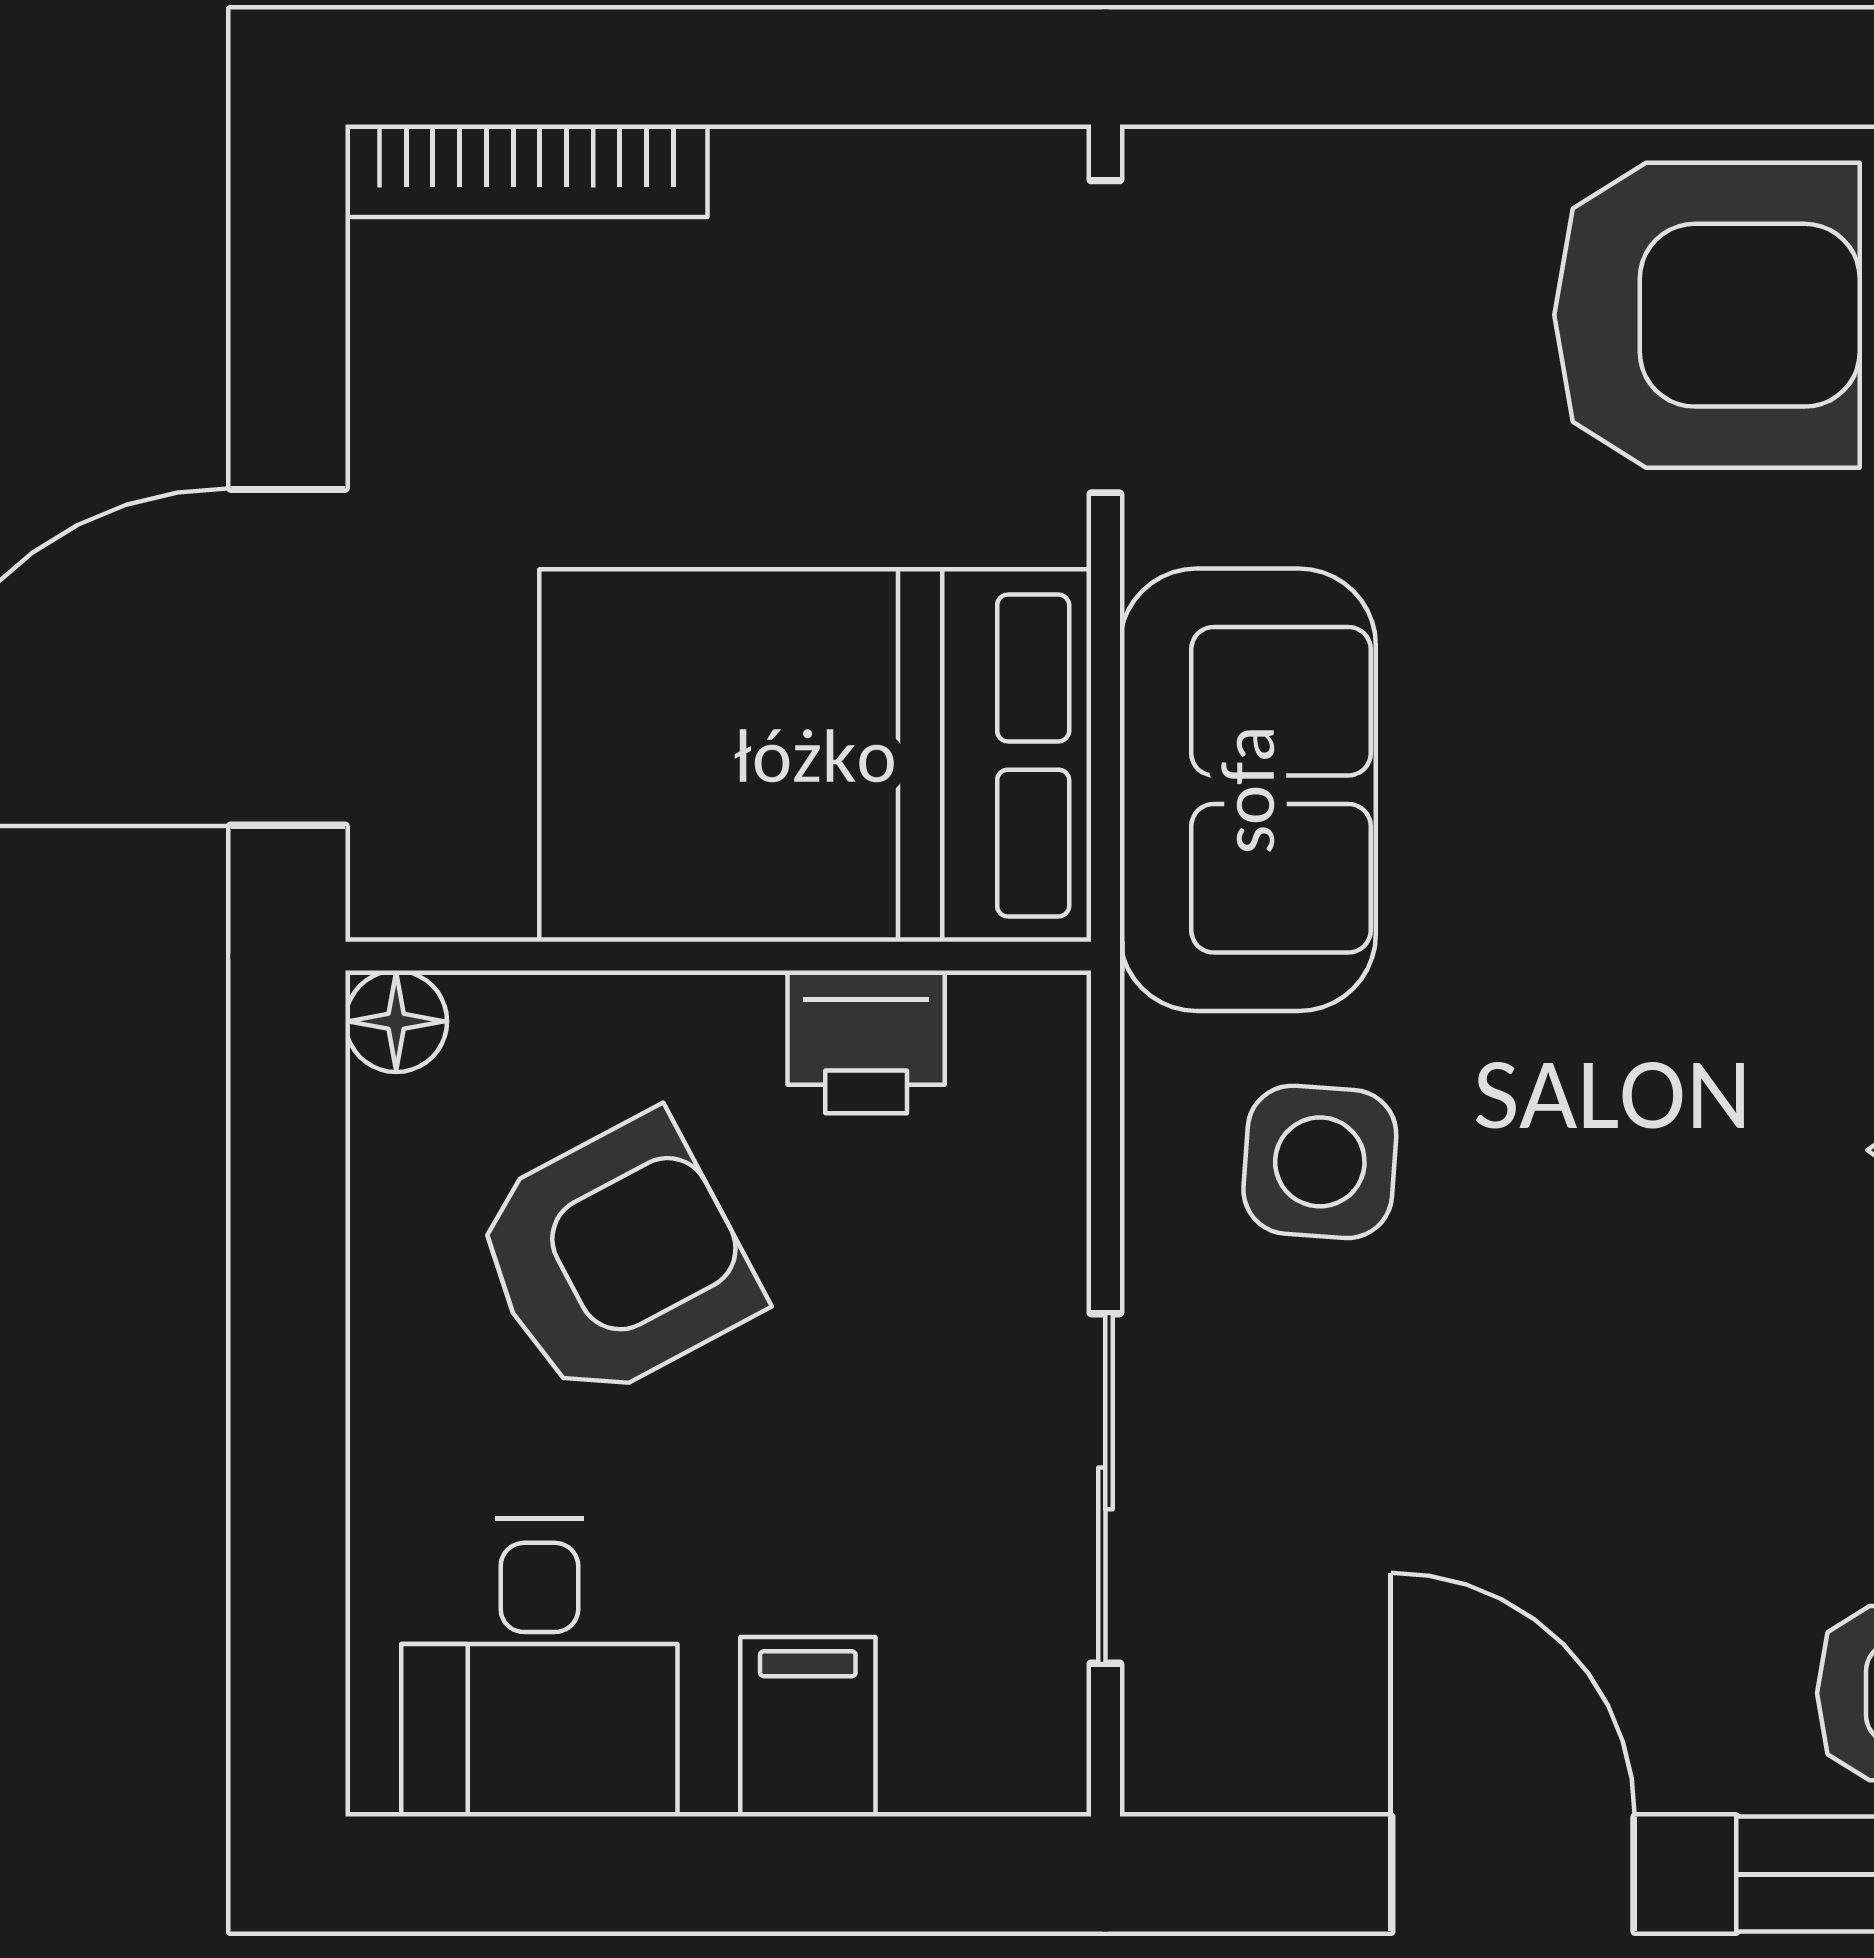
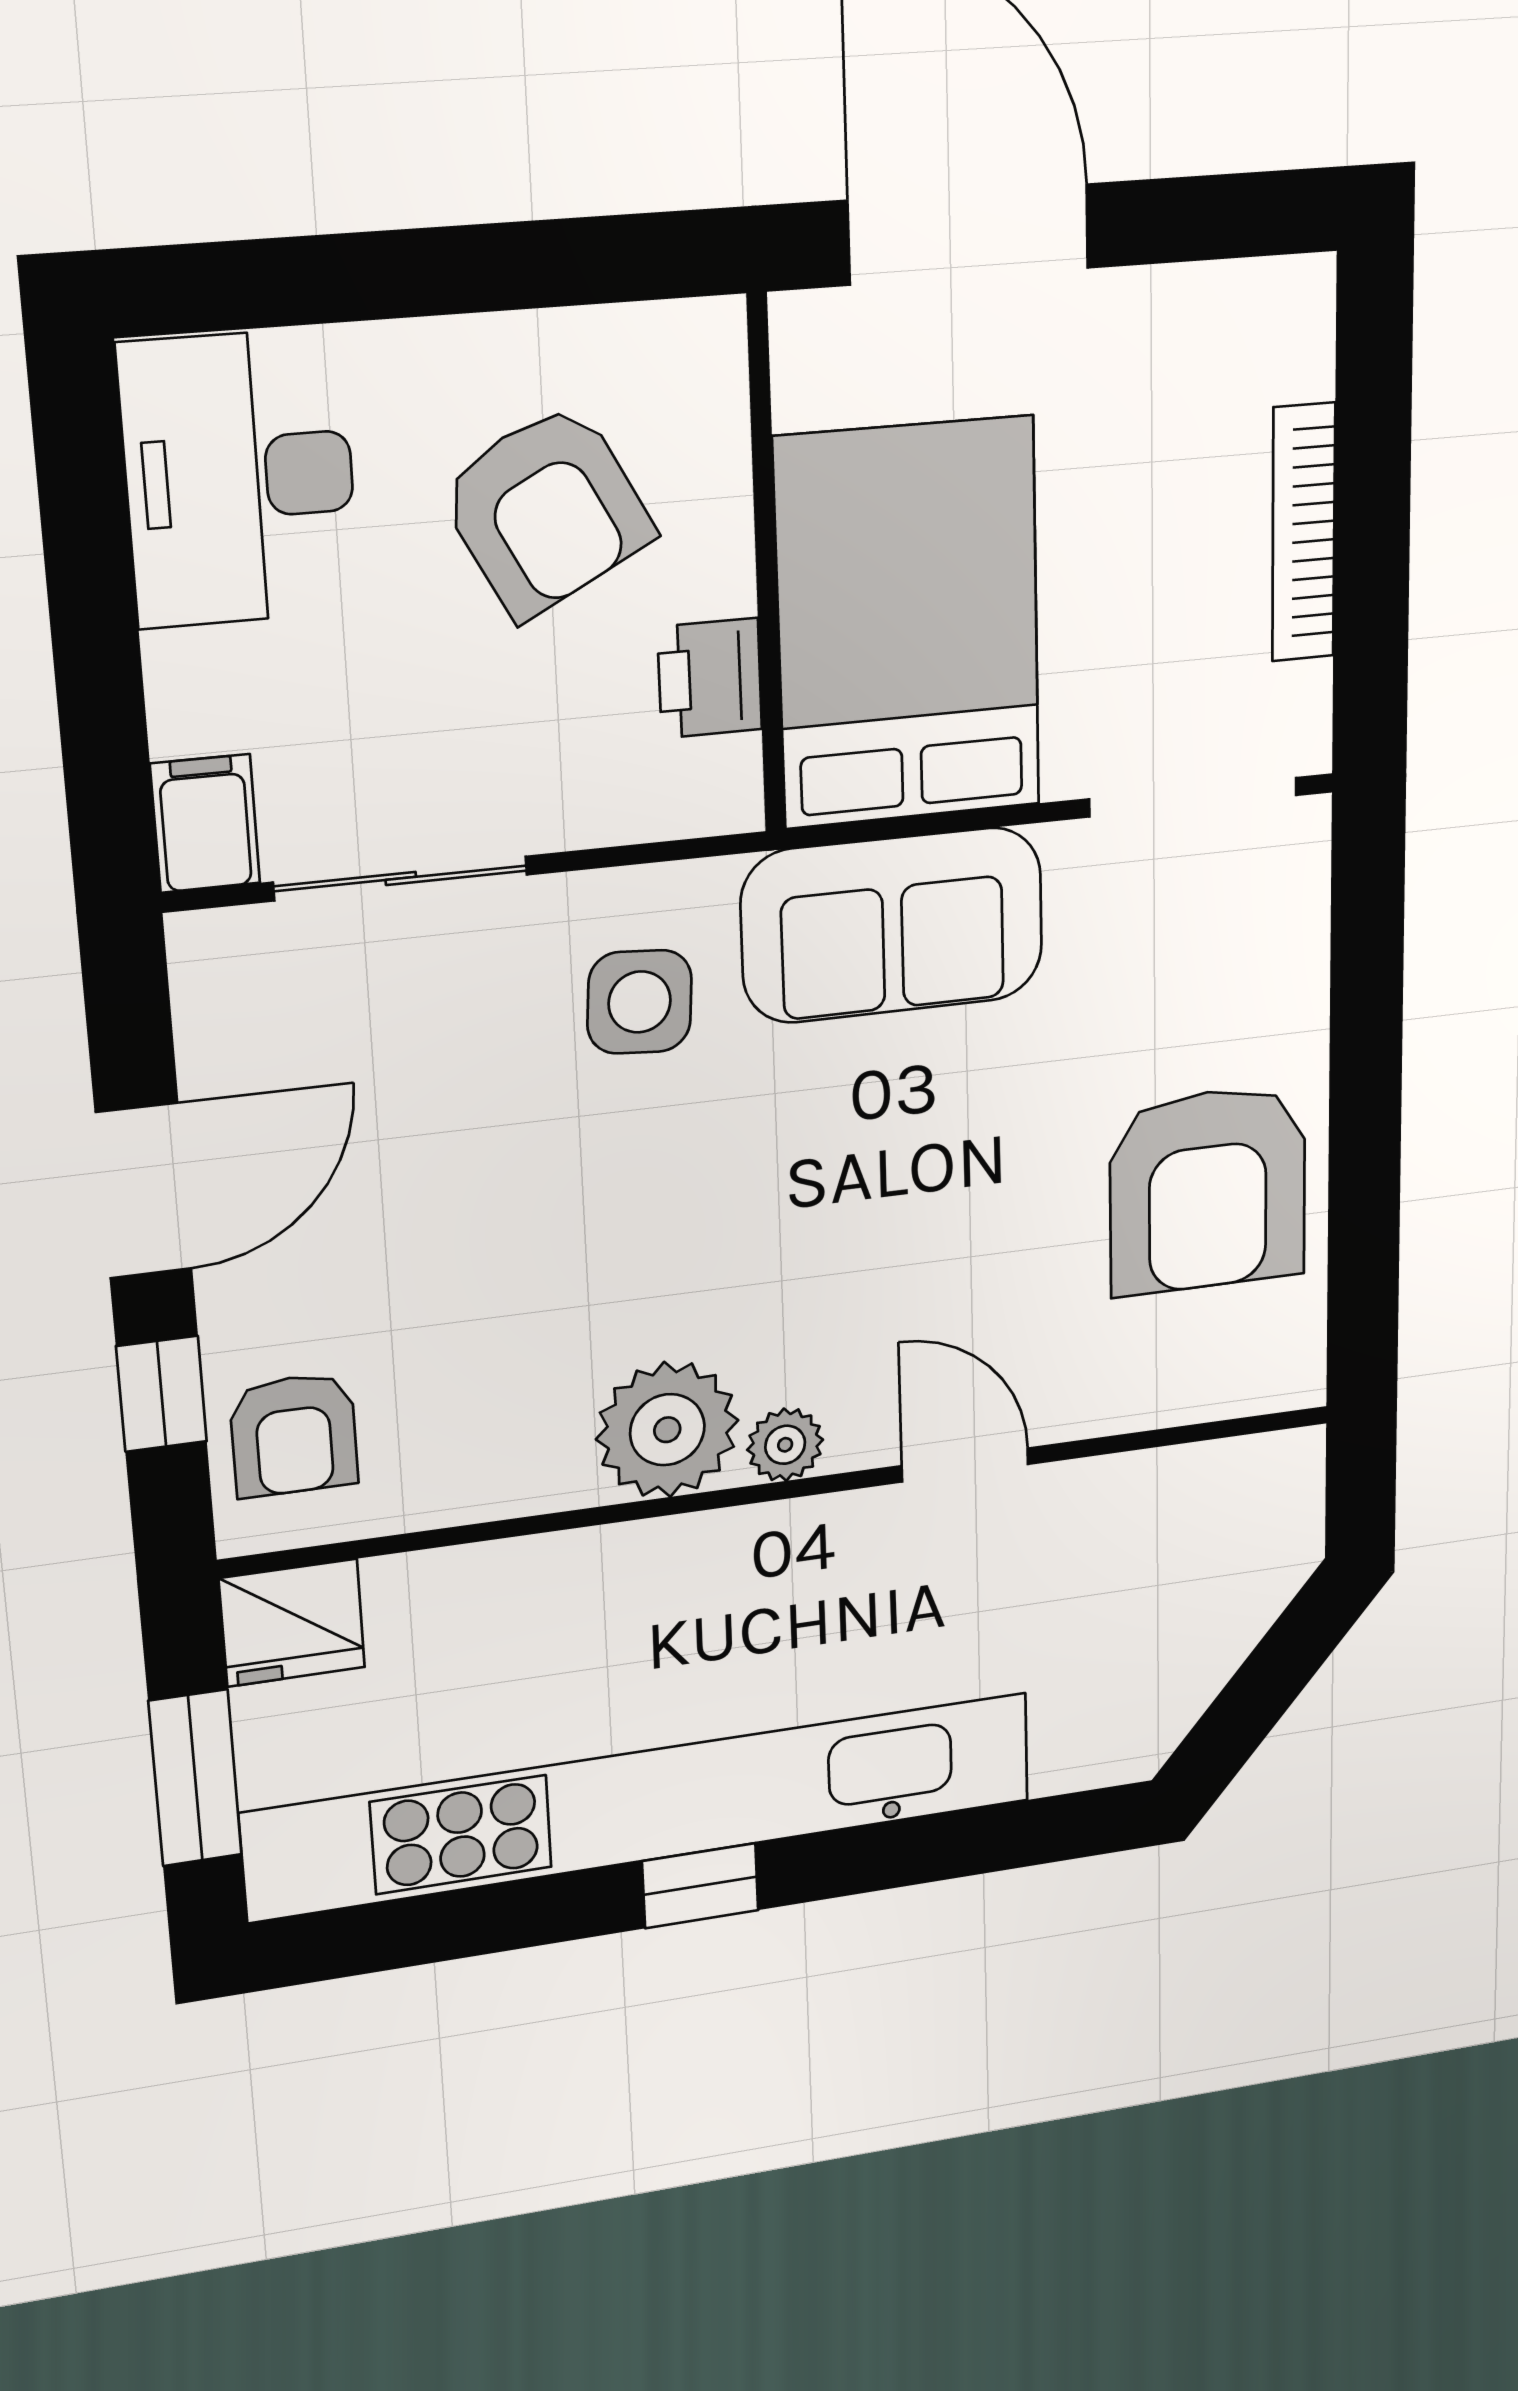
bookcase: (526, 171) -> (1304, 533), moved
floor lamp: (396, 1021) -> (711, 334), removed
desk: (539, 1668) -> (240, 478), width x1.37
filing cabinet: (808, 1727) -> (205, 824), moved, turned -90

